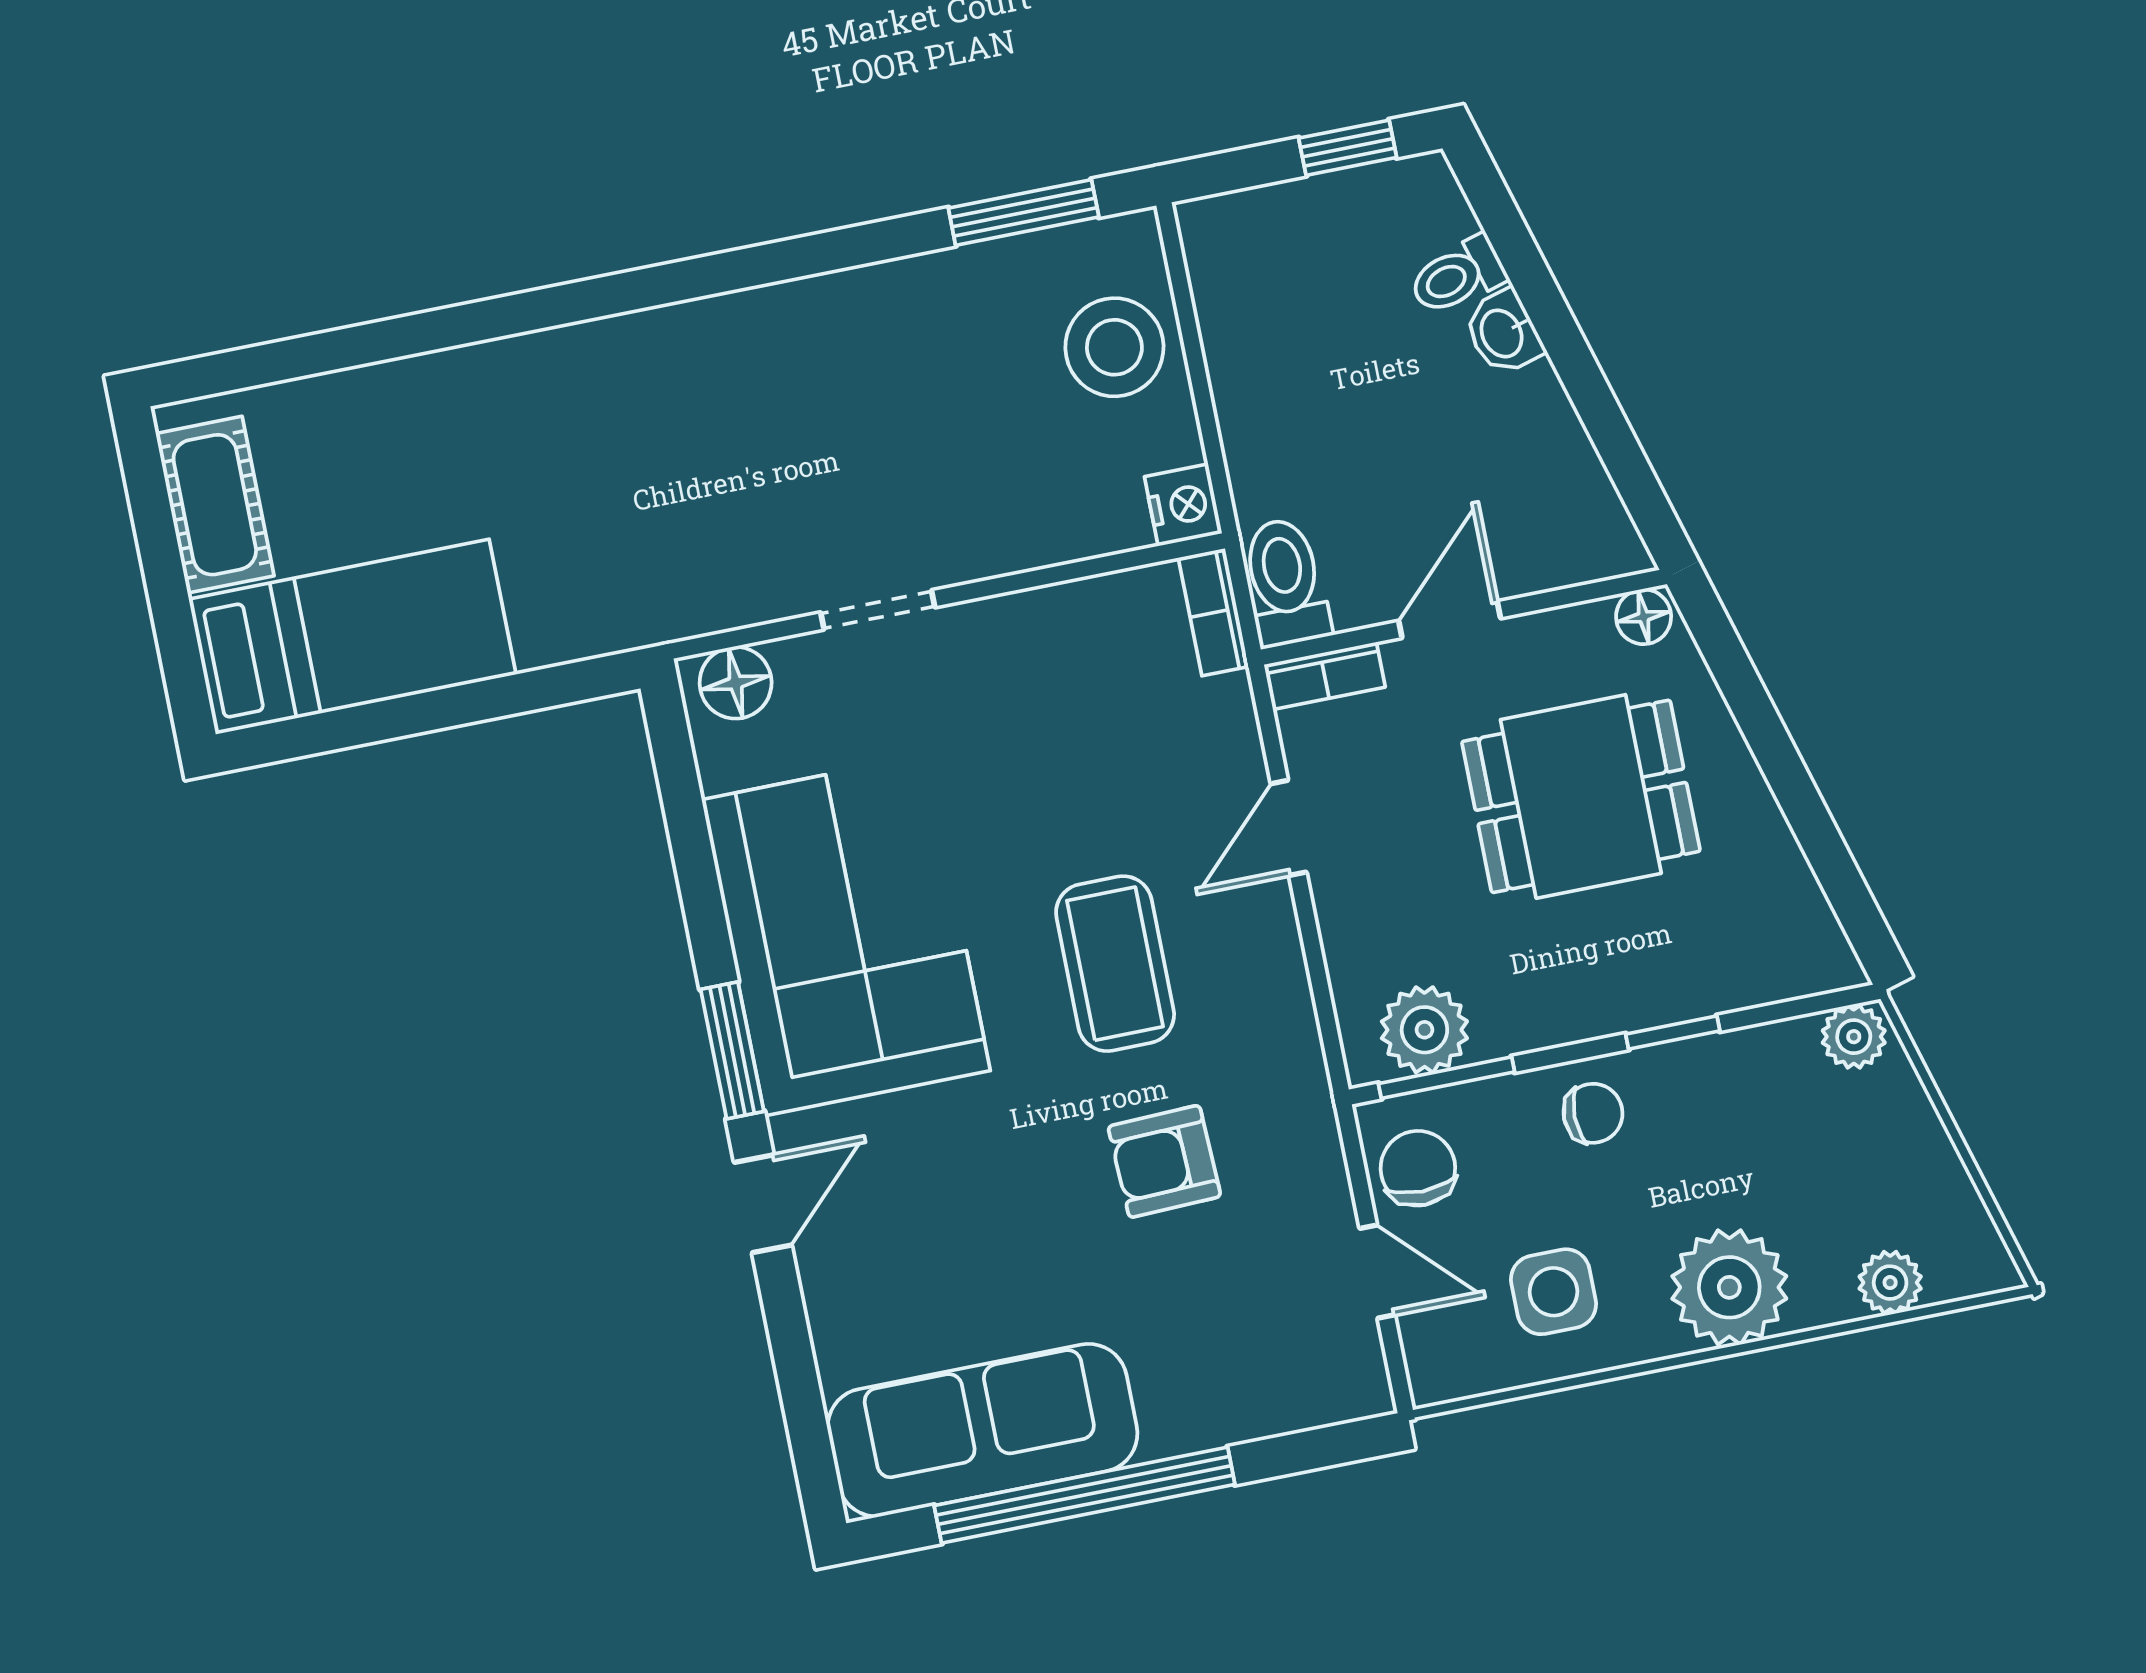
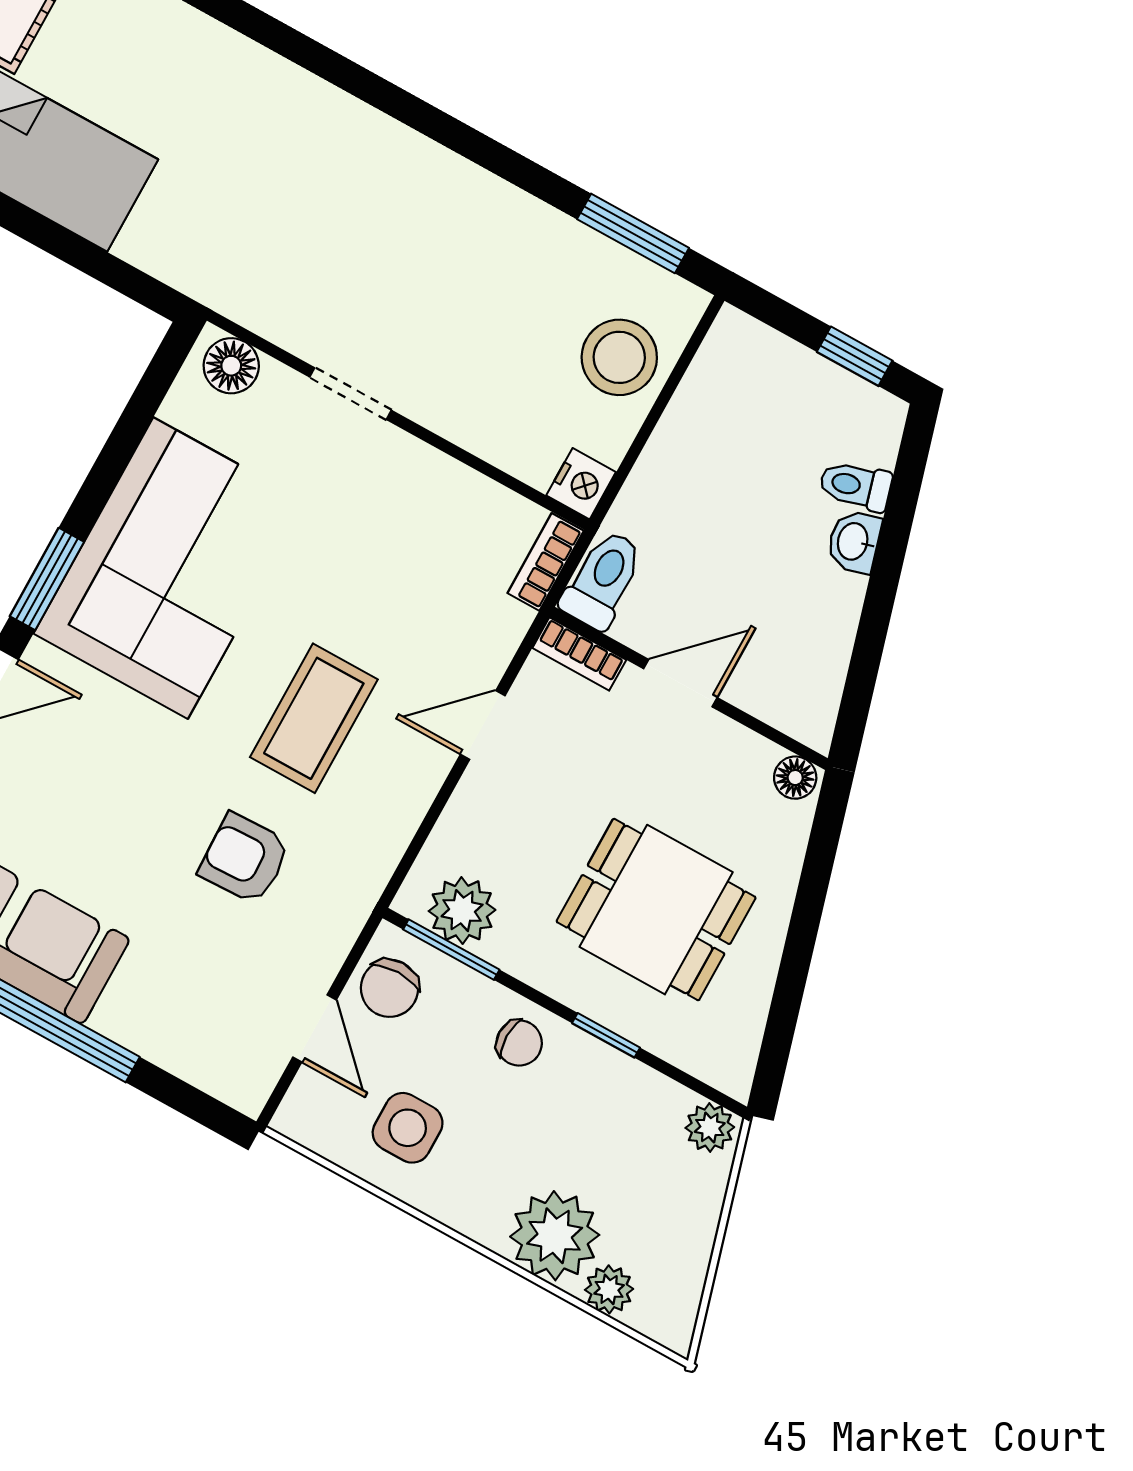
dining table: (1581, 796) -> (656, 910), moved
chair: (1418, 1168) -> (390, 988), turned 180
plant: (1729, 1287) -> (555, 1236), moved

